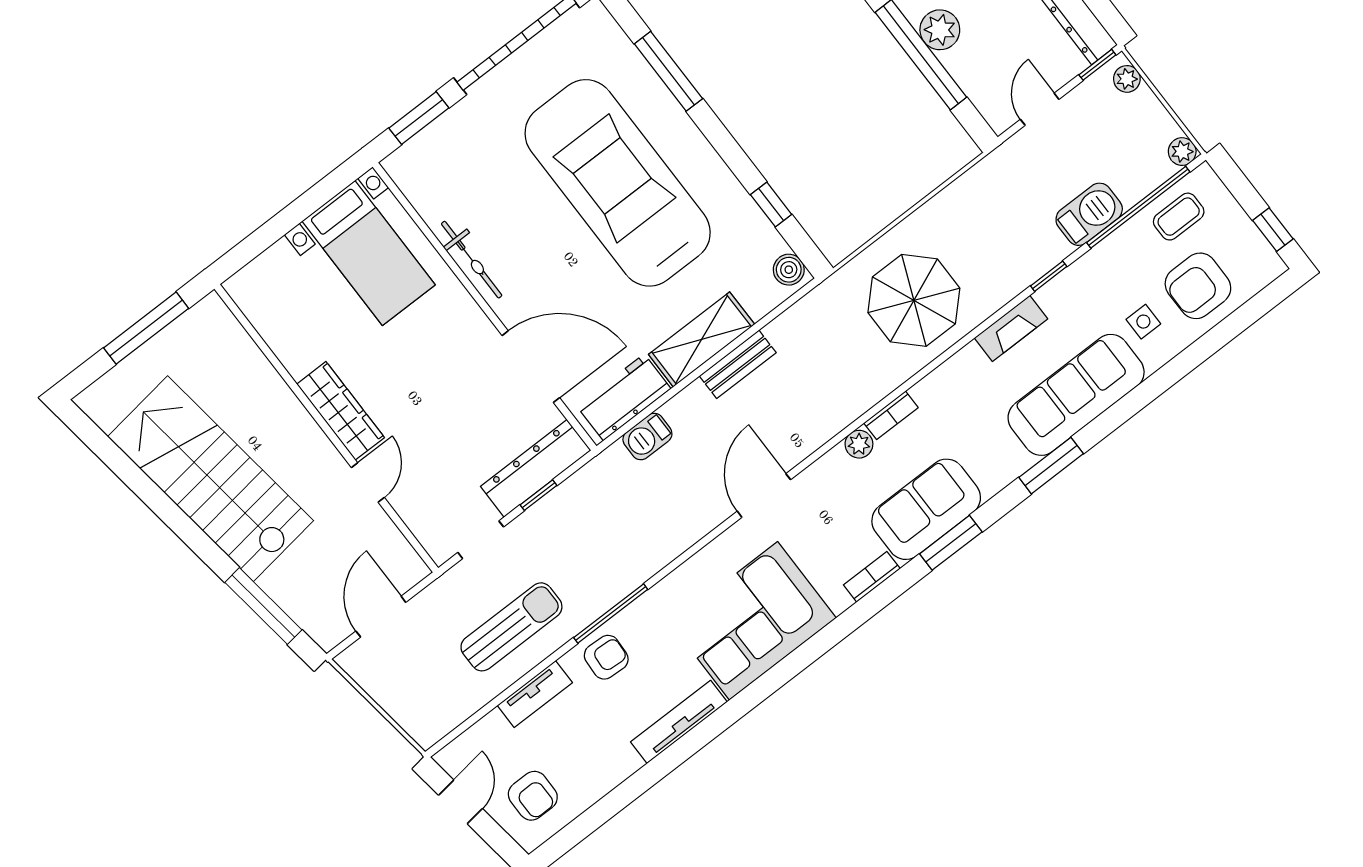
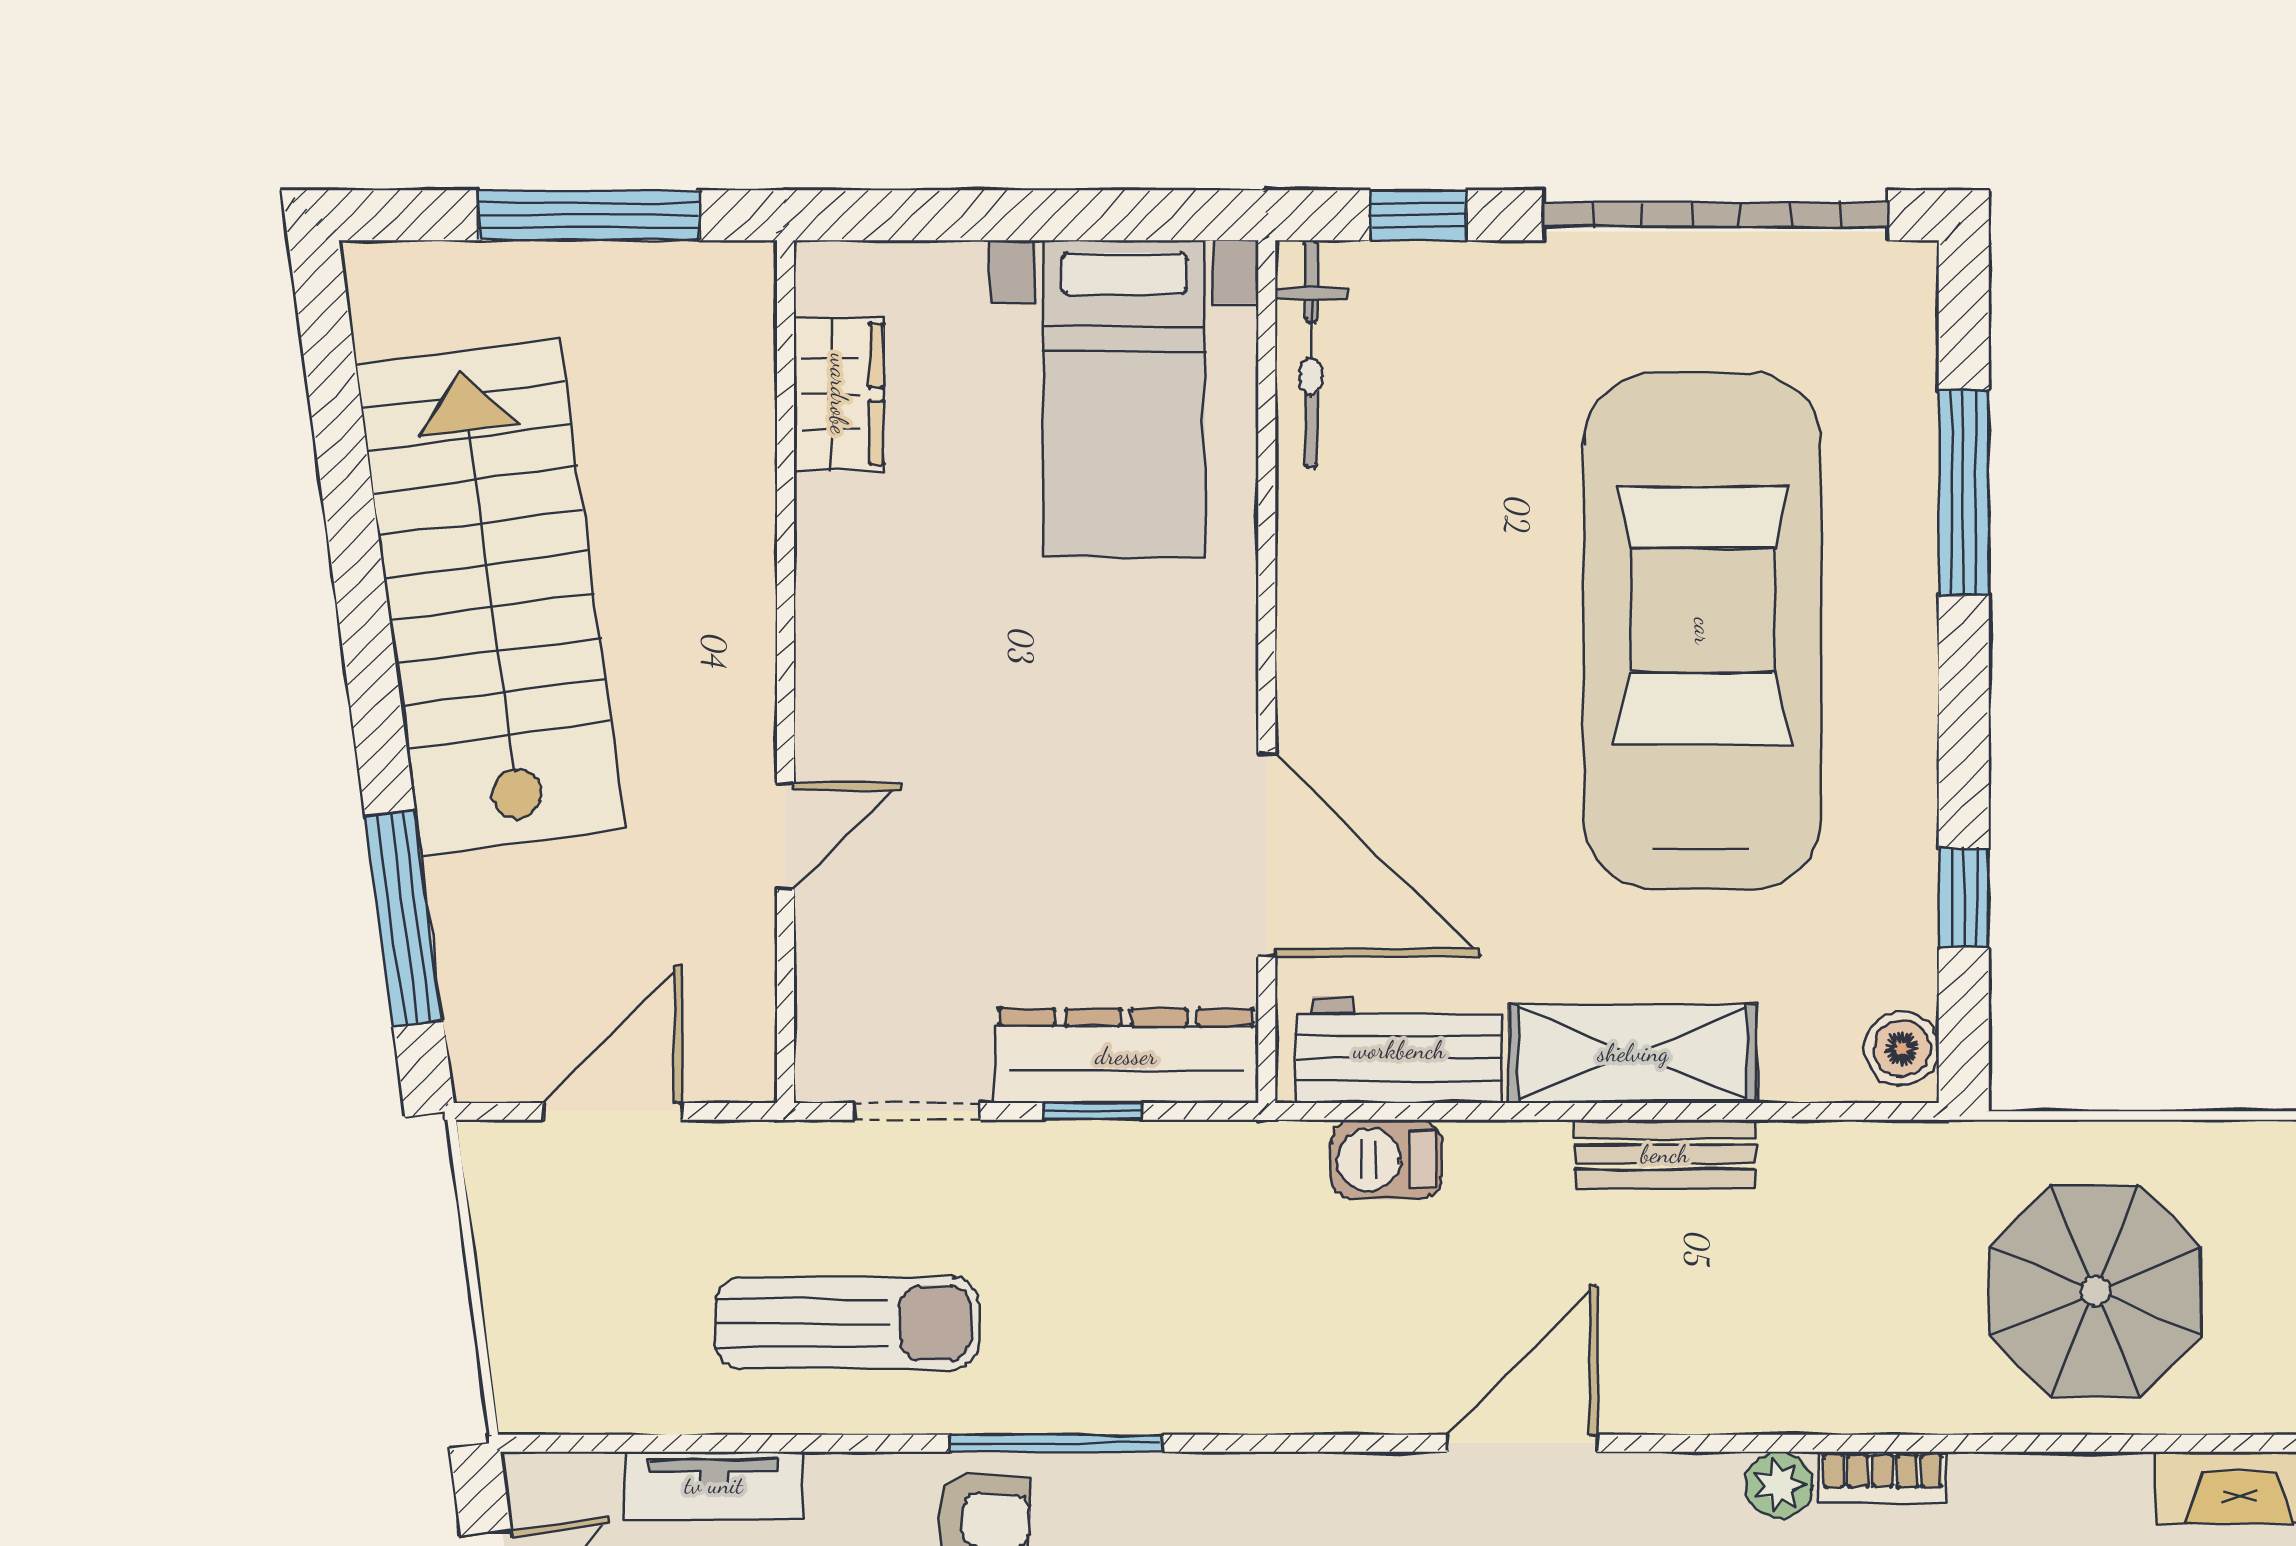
window: (419, 118) -> (1418, 215), width x0.67
bicycle: (472, 260) -> (1311, 354), moved
wardrobe: (341, 411) -> (839, 394), moved, width x0.67
tv unit: (535, 694) -> (714, 1485), moved

